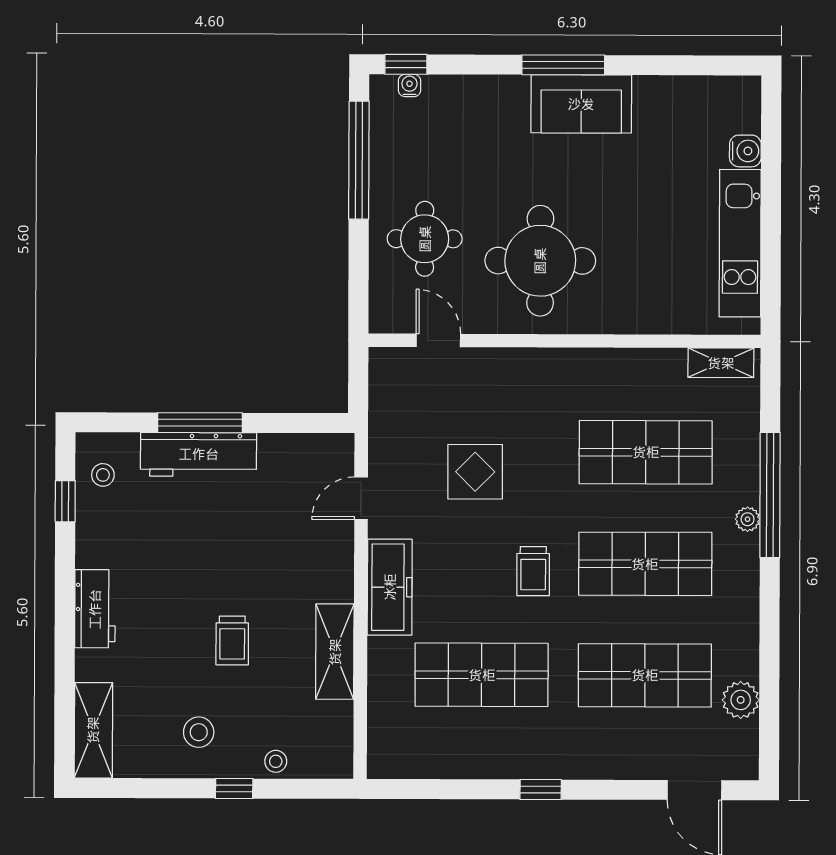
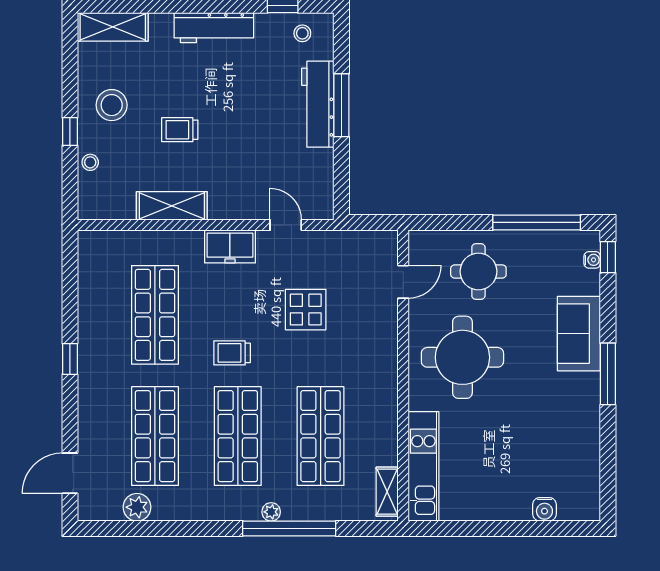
sofa: (581, 104) -> (579, 334), moved
kitchen unit: (740, 243) -> (423, 466), moved, turned 90
freezer: (390, 587) -> (230, 246), width x0.71
workbench: (95, 609) -> (214, 28), width x1.38
stool: (199, 732) -> (112, 105), width x1.38, depth x1.38

